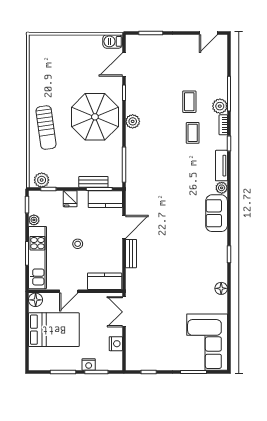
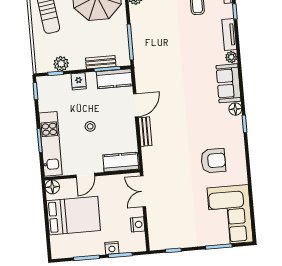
plant: (42, 180) -> (61, 64), moved
plant: (34, 220) -> (44, 106), removed
armchair: (195, 288) -> (213, 161), added
floor lamp: (221, 288) -> (235, 109), moved

